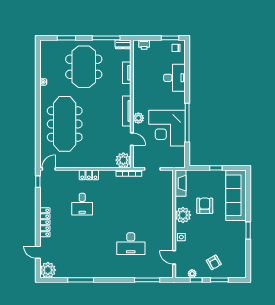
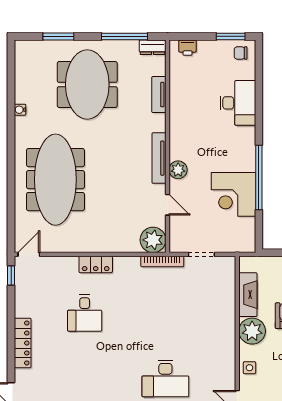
corner desk: (167, 128) -> (233, 194), width x0.74, depth x0.74
fireplace: (180, 183) -> (248, 295), moved

